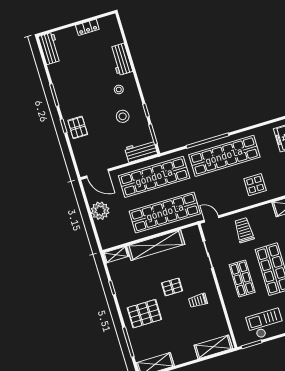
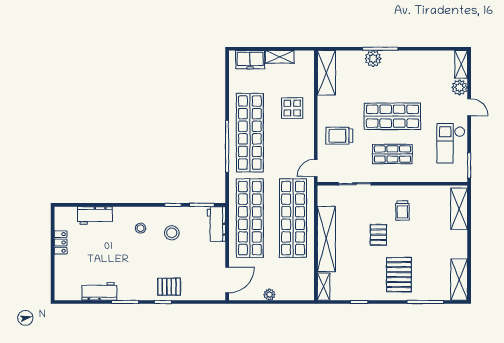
workbench: (50, 48) -> (99, 291), moved
workbench: (121, 59) -> (95, 216), moved
plant: (100, 211) -> (269, 295), width x0.53, depth x0.53

